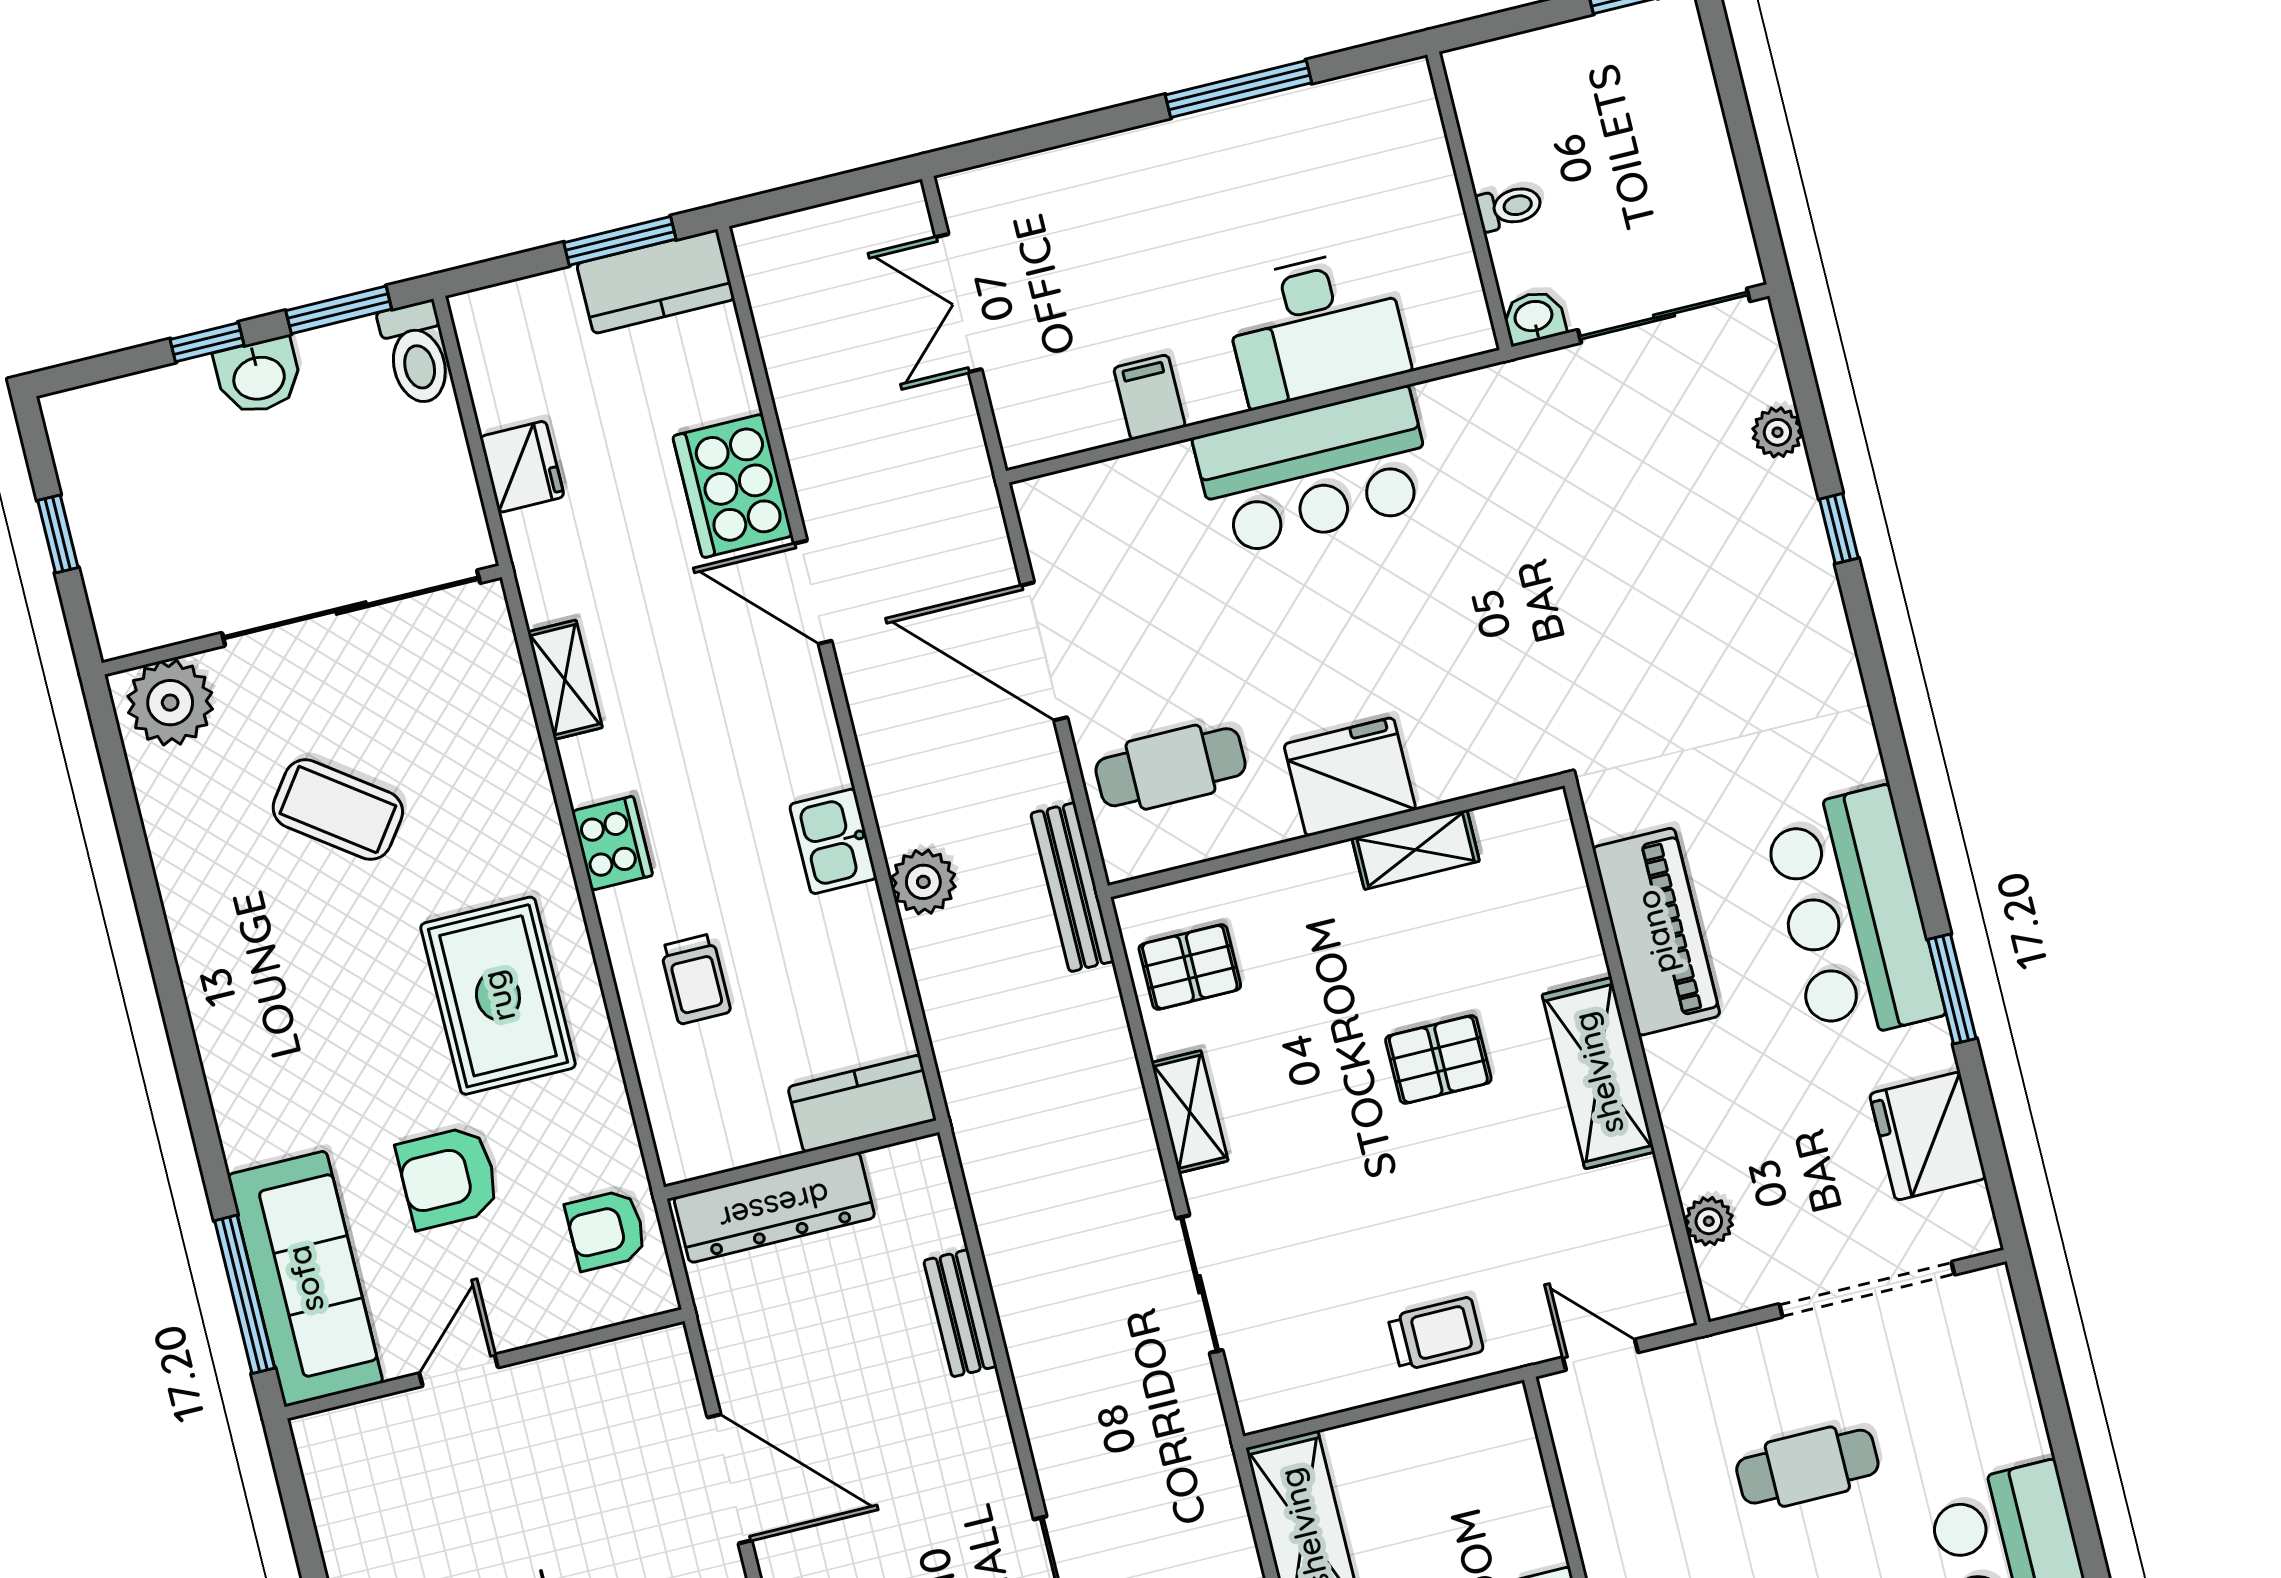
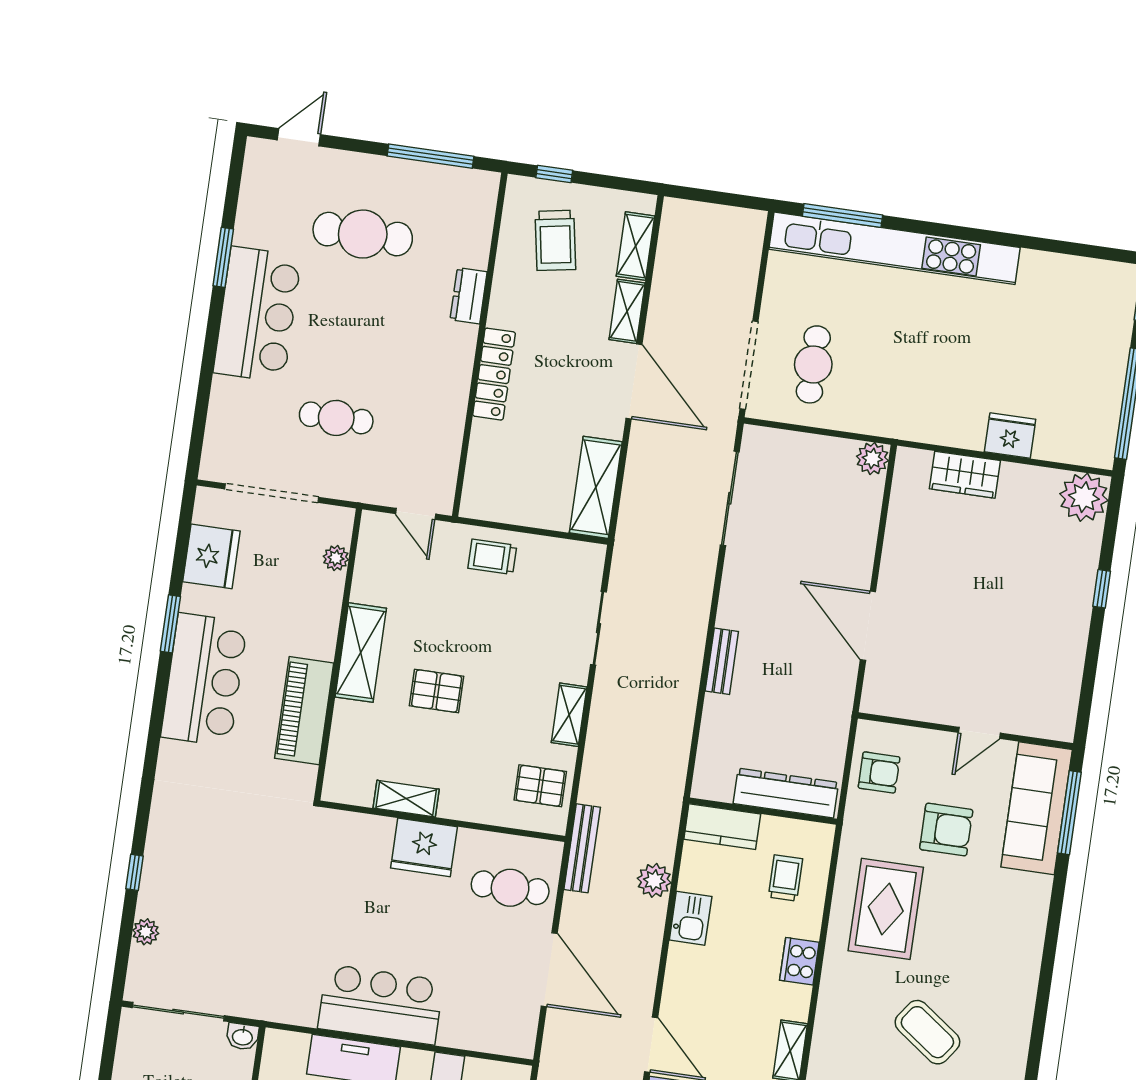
kitchen counter: (862, 1104) -> (722, 827), moved
wall: (802, 1160) -> (763, 811), moved
dresser: (774, 1207) -> (786, 793), moved

